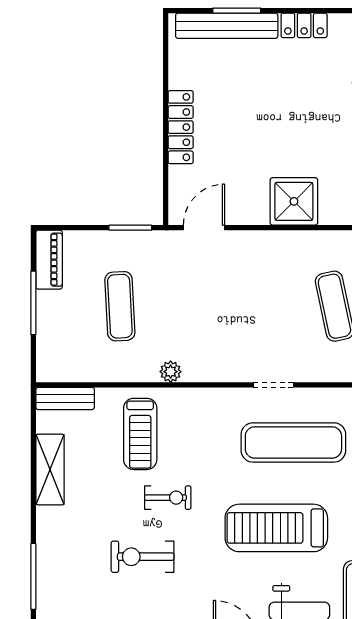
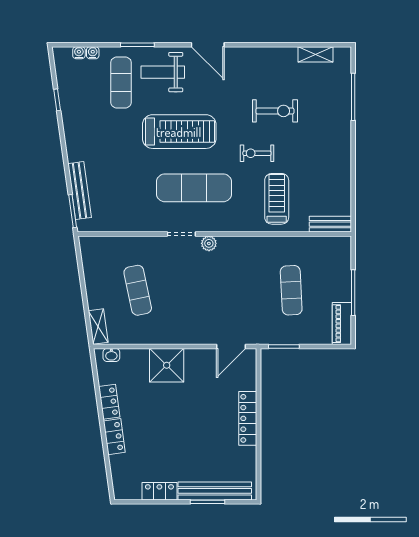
plant: (171, 372) -> (209, 243), moved
exercise mat: (293, 442) -> (194, 188), moved
shelving: (50, 470) -> (341, 173), removed

